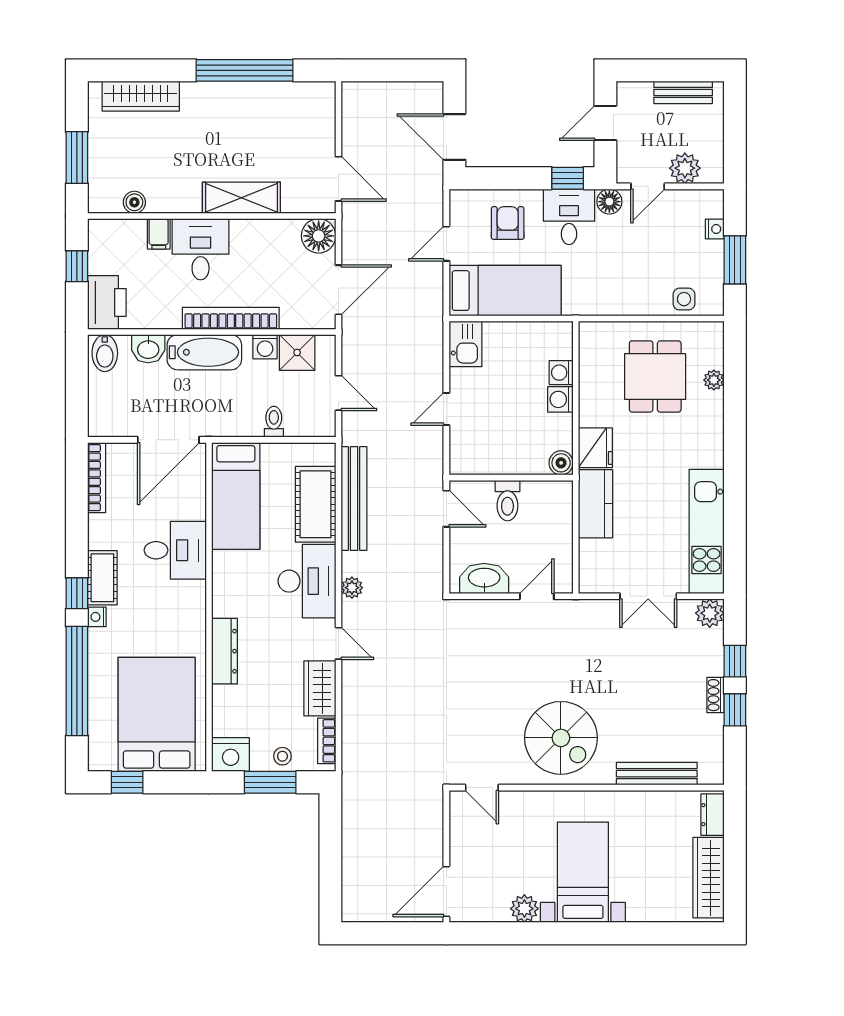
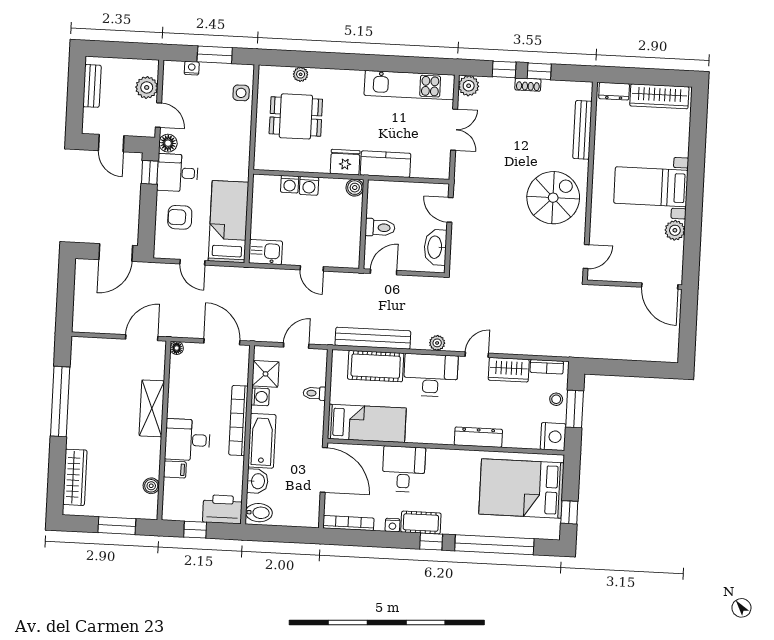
floor lamp: (319, 236) -> (177, 348), width x0.53, depth x0.53
nightstand: (97, 617) -> (392, 525), moved

